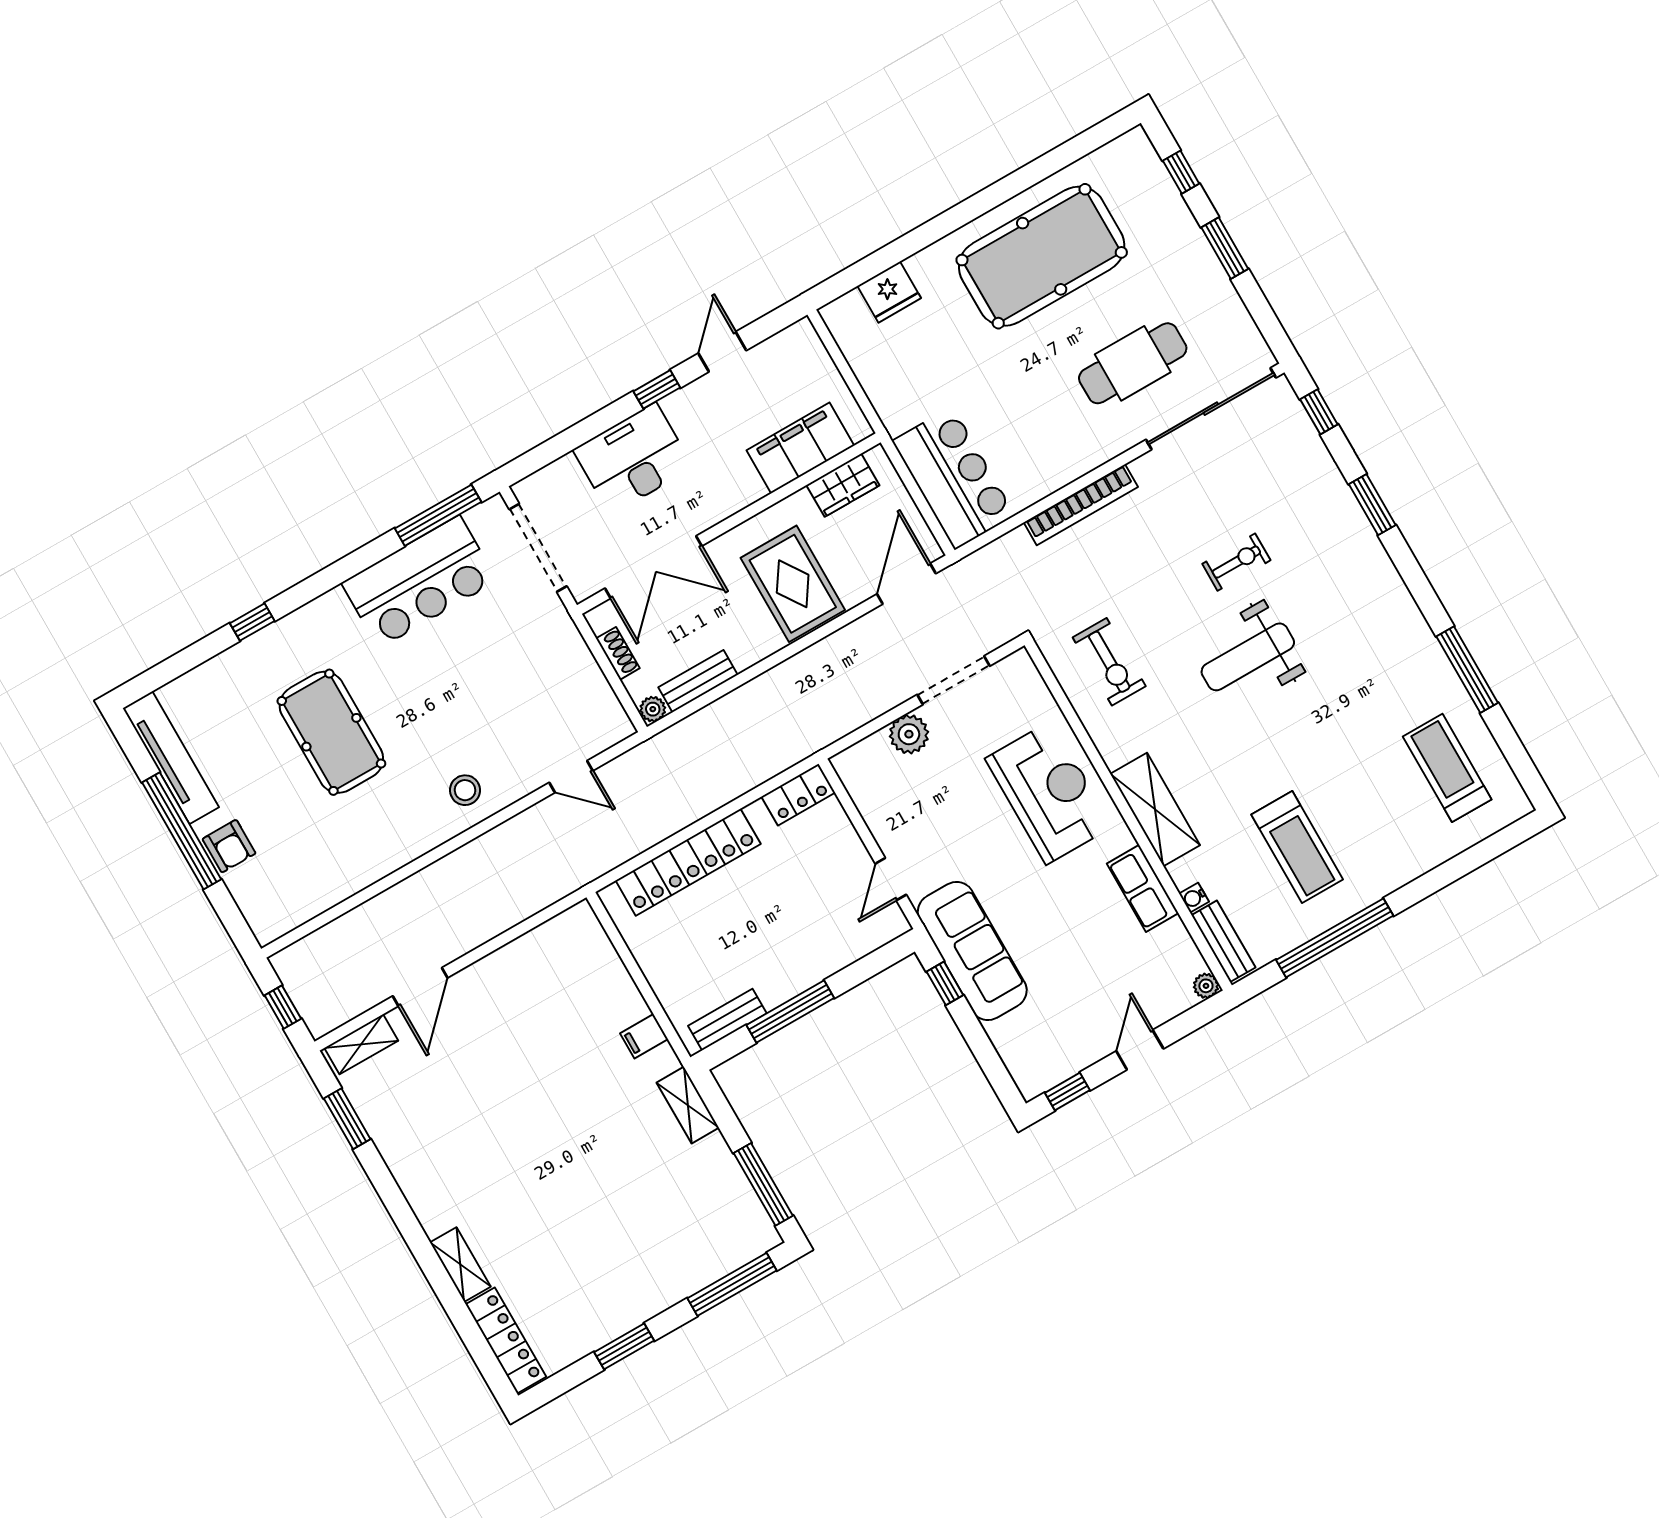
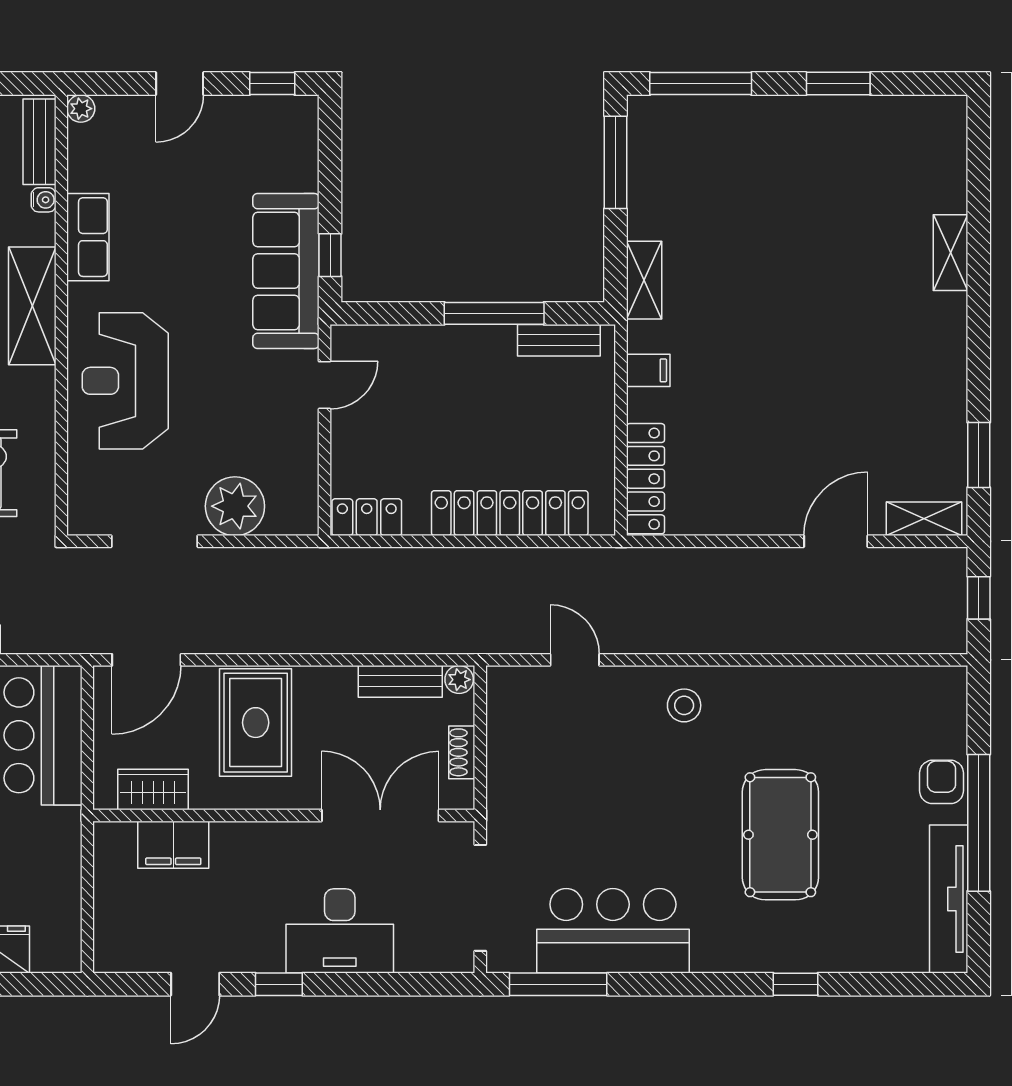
filing cabinet: (800, 448) -> (173, 845), width x0.67, depth x0.86
plant: (909, 734) -> (235, 506), width x1.36, depth x1.36
locker: (506, 1340) -> (645, 479), moved, turned 180

